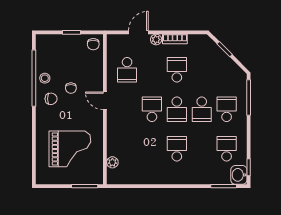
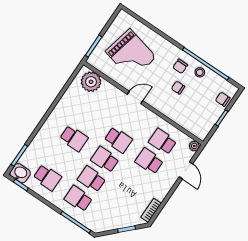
bookcase: (175, 39) -> (151, 210), moved
plant: (156, 40) -> (194, 146), moved
chair: (93, 44) -> (223, 99), moved
school desk: (177, 70) -> (149, 161), moved, turned 180
door: (105, 101) -> (135, 97), moved
school desk: (227, 109) -> (78, 199), turned 180
grand piano: (70, 149) -> (131, 54), turned -77
plant: (112, 162) -> (91, 82), width x1.87, depth x1.87

